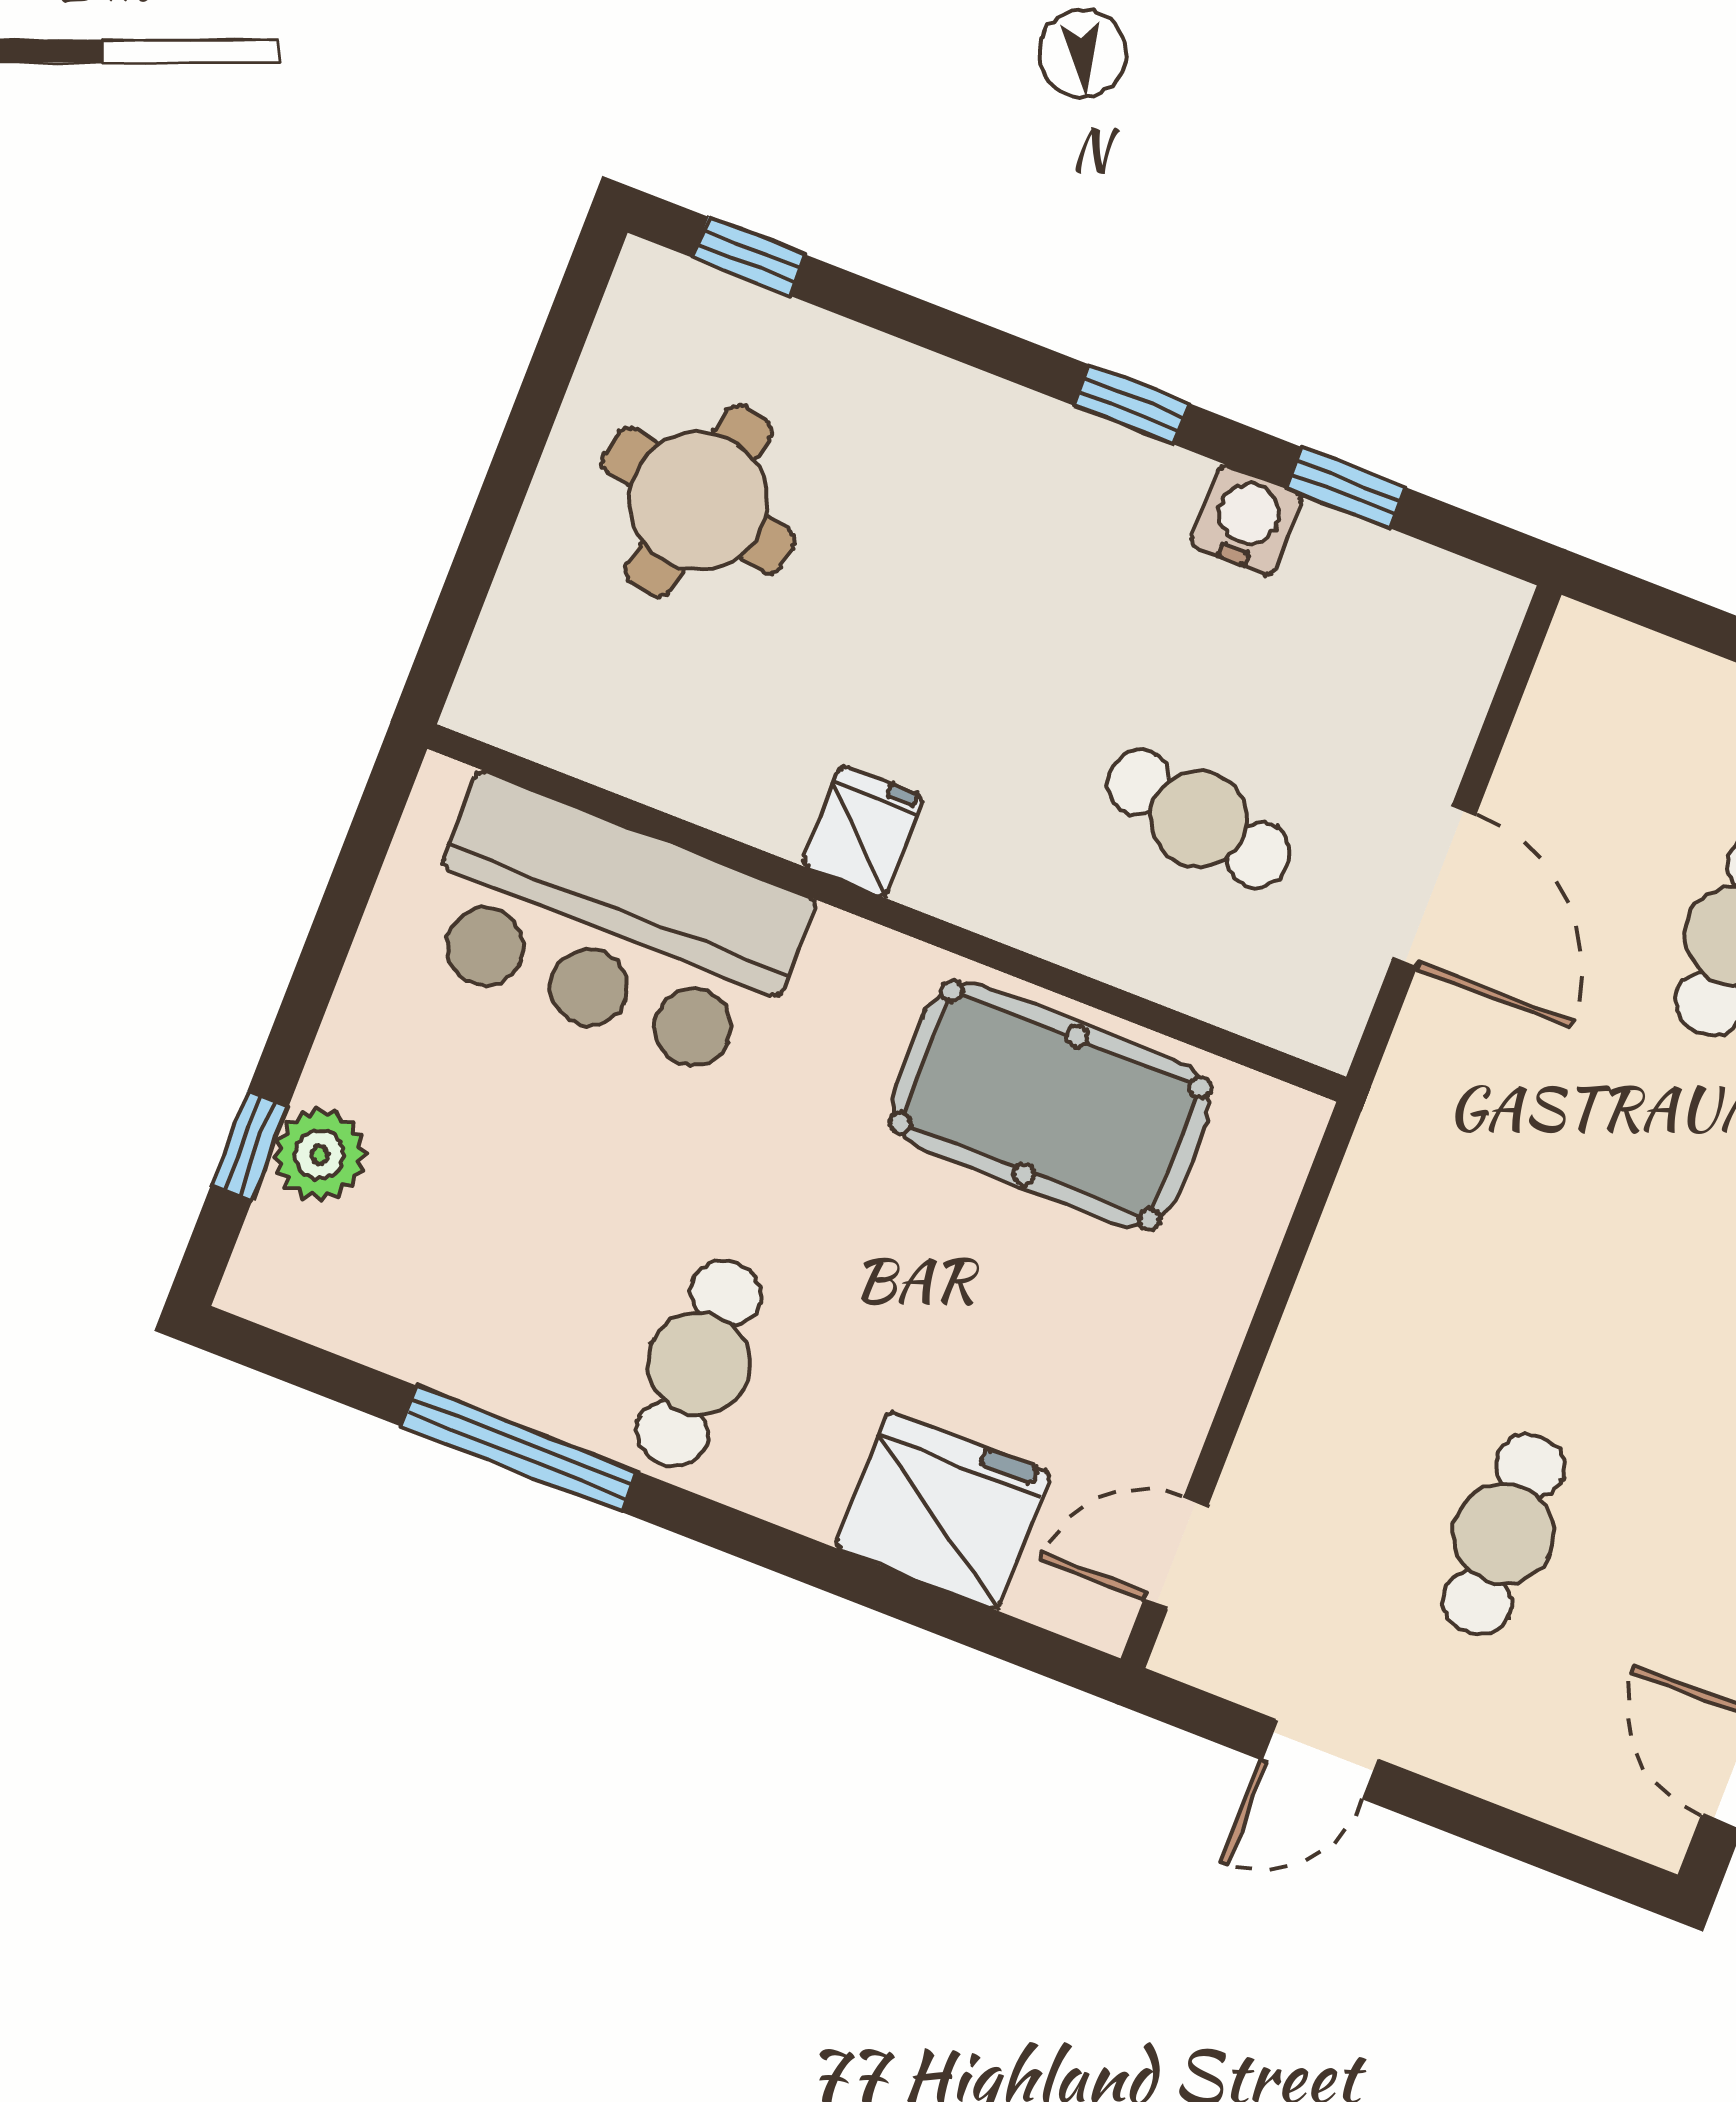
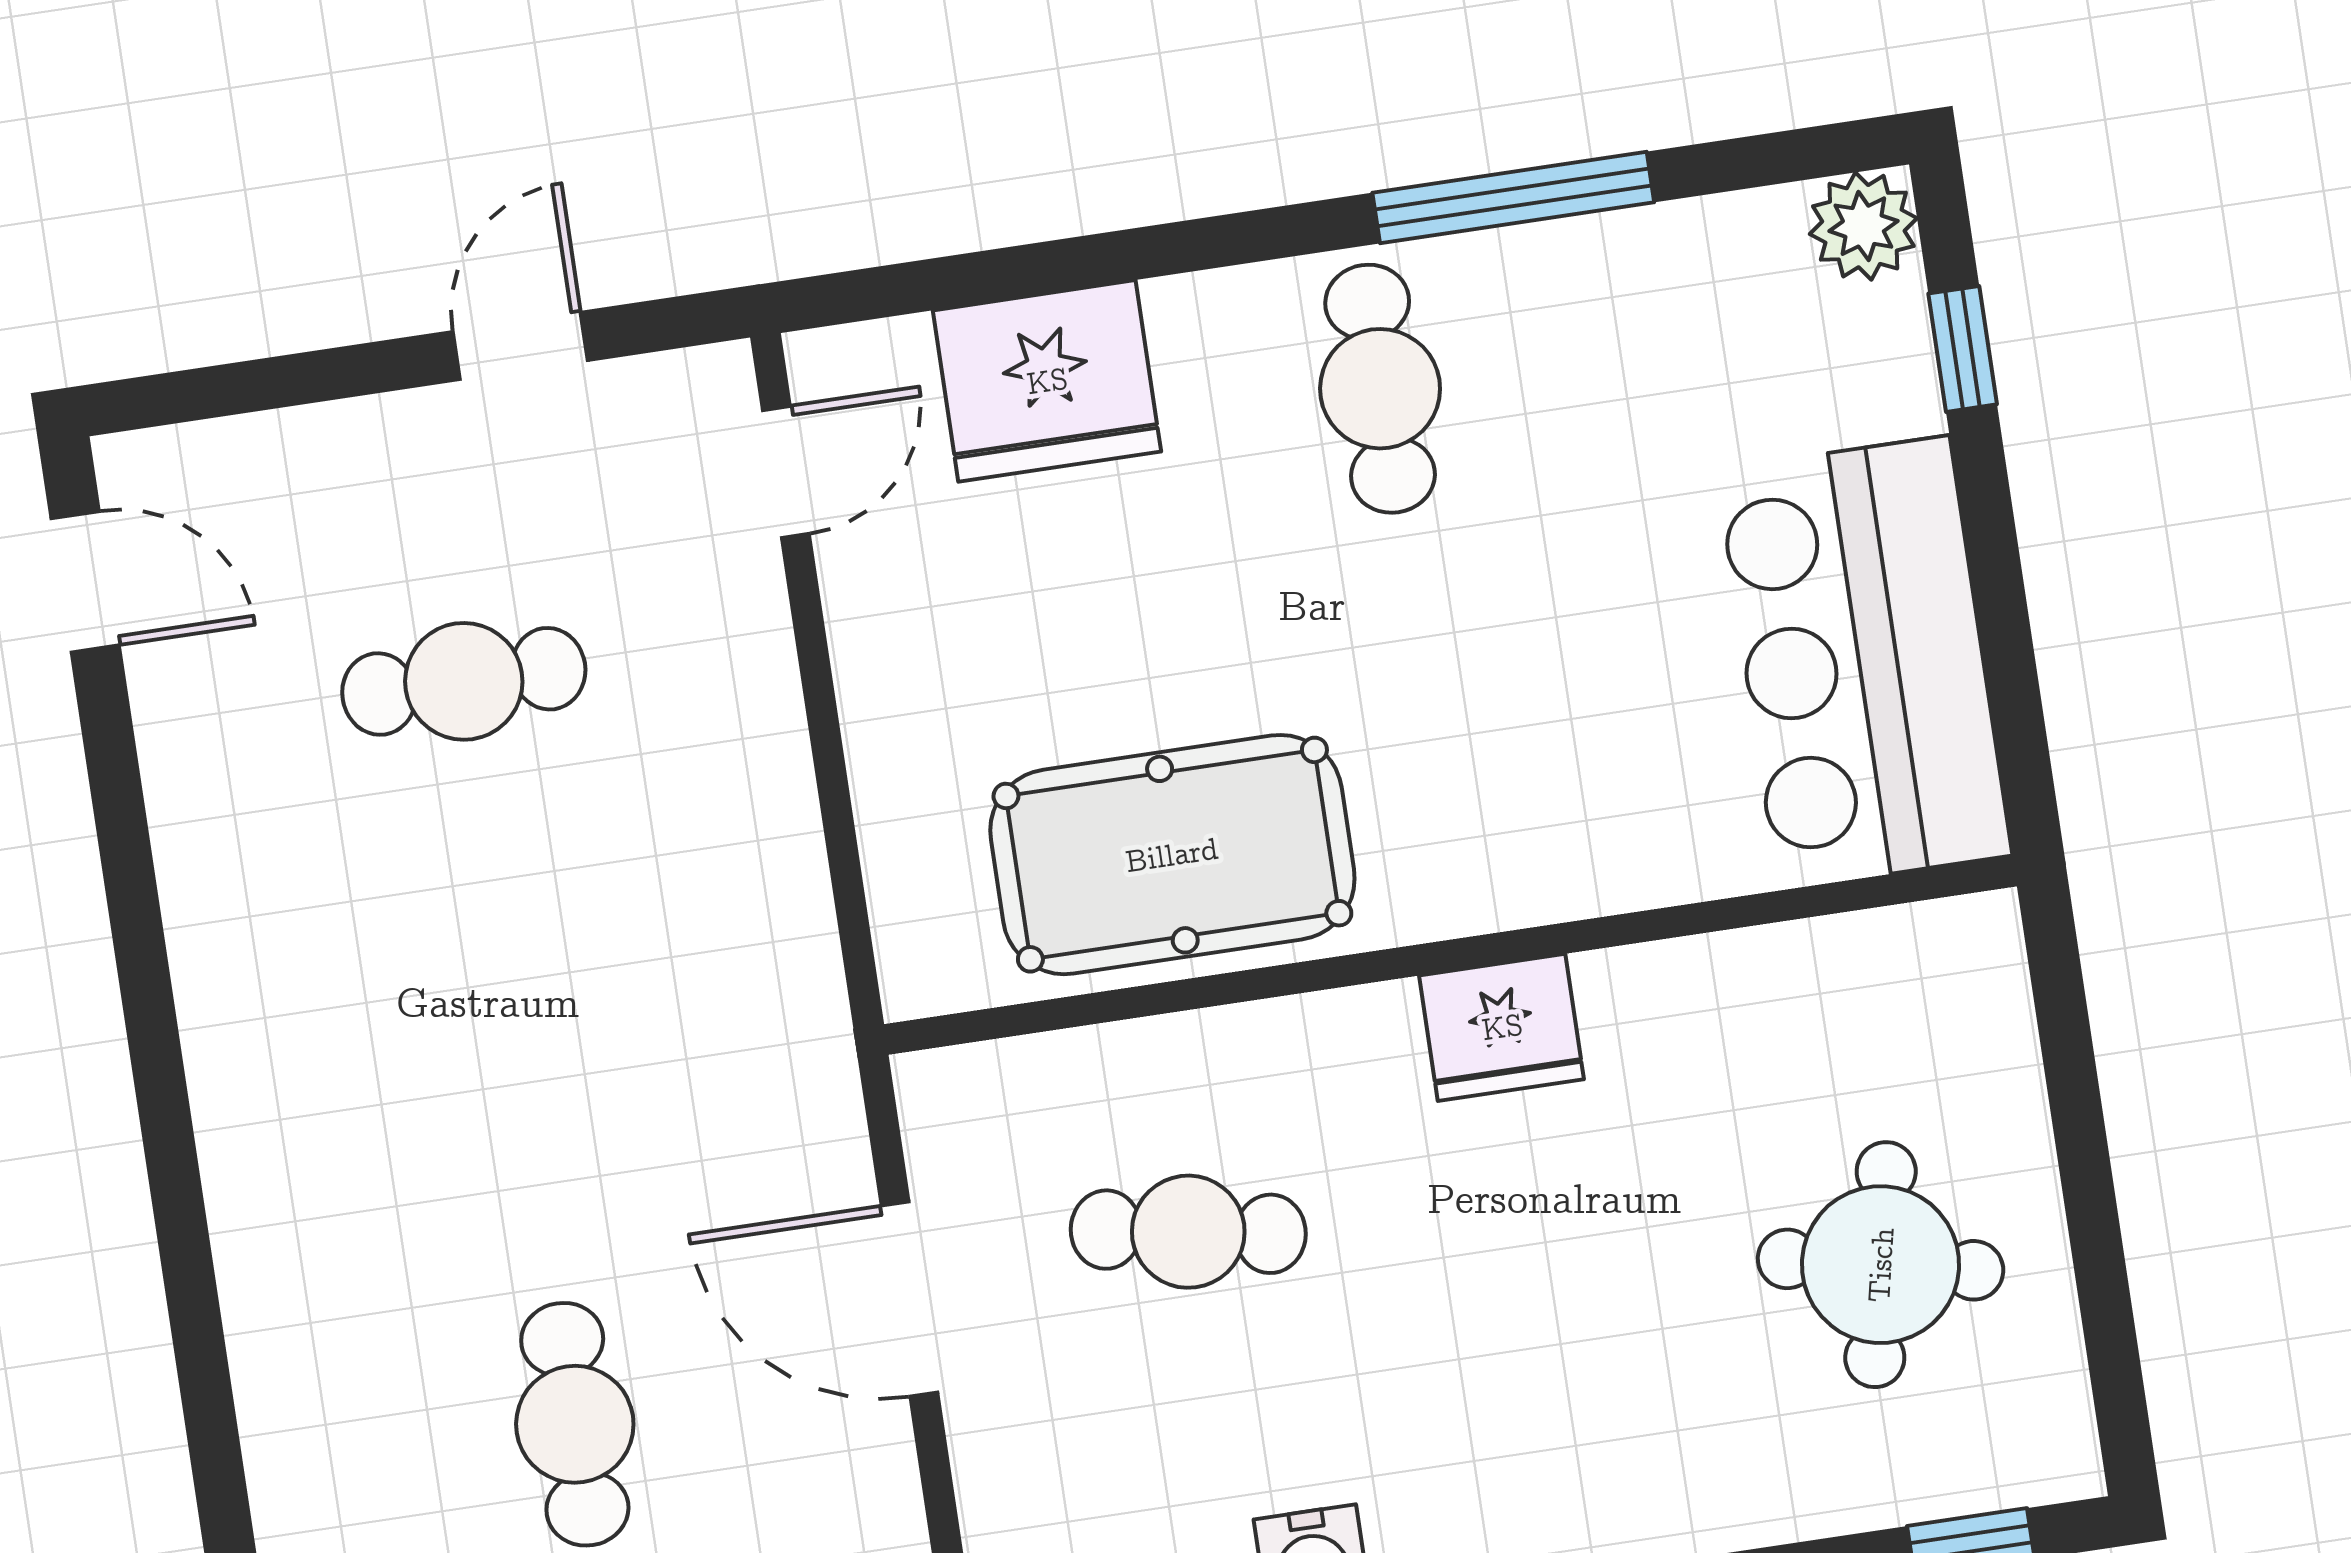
fridge: (863, 831) -> (1502, 1027), width x1.38
bar counter: (612, 929) -> (1864, 663), moved, turned -90
plant: (320, 1155) -> (1863, 226), moved
cafe table: (1503, 1534) -> (464, 681), turned 90

